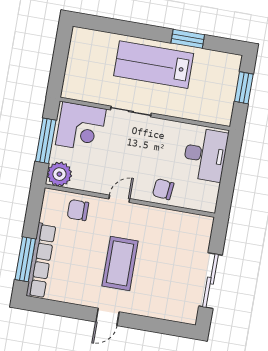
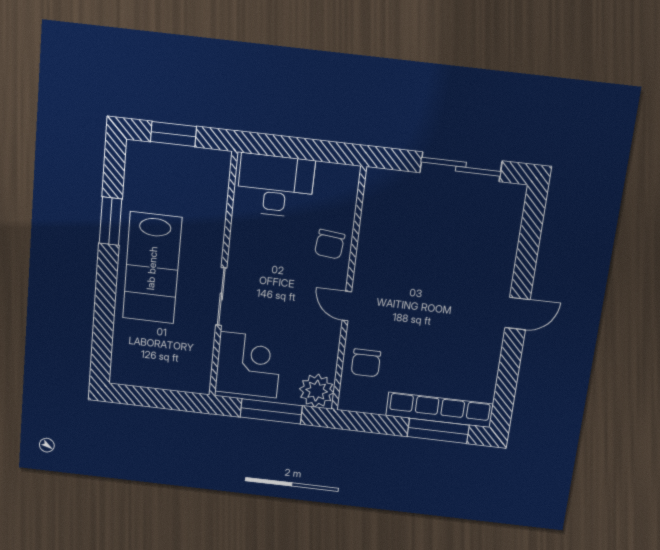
coffee table: (120, 263) -> (440, 300), removed
door: (108, 317) -> (518, 314), hinge flipped

